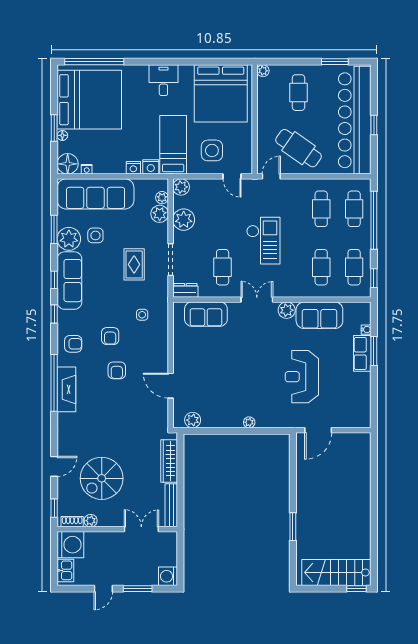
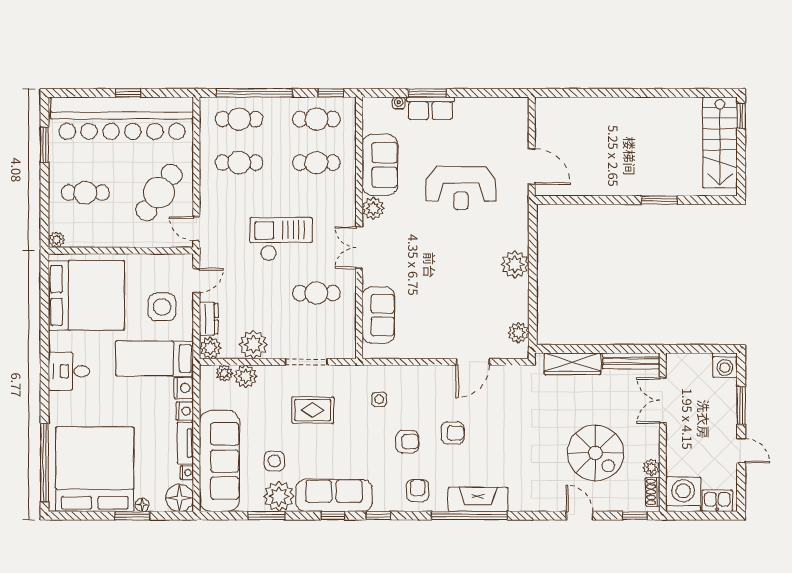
tv unit: (109, 168) -> (185, 443), added
dresser: (185, 290) -> (209, 319), moved, turned 180
plant: (249, 422) -> (515, 264), width x1.88, depth x1.88

